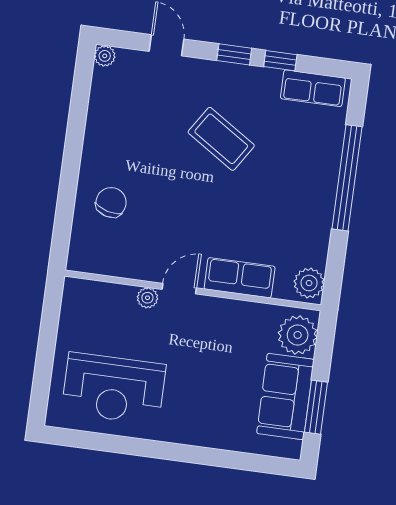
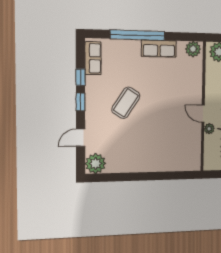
plant: (105, 56) -> (96, 163), width x1.88, depth x1.88
chair: (111, 202) -> (165, 154), removed
row of seats: (240, 278) -> (159, 49), moved, turned -90

